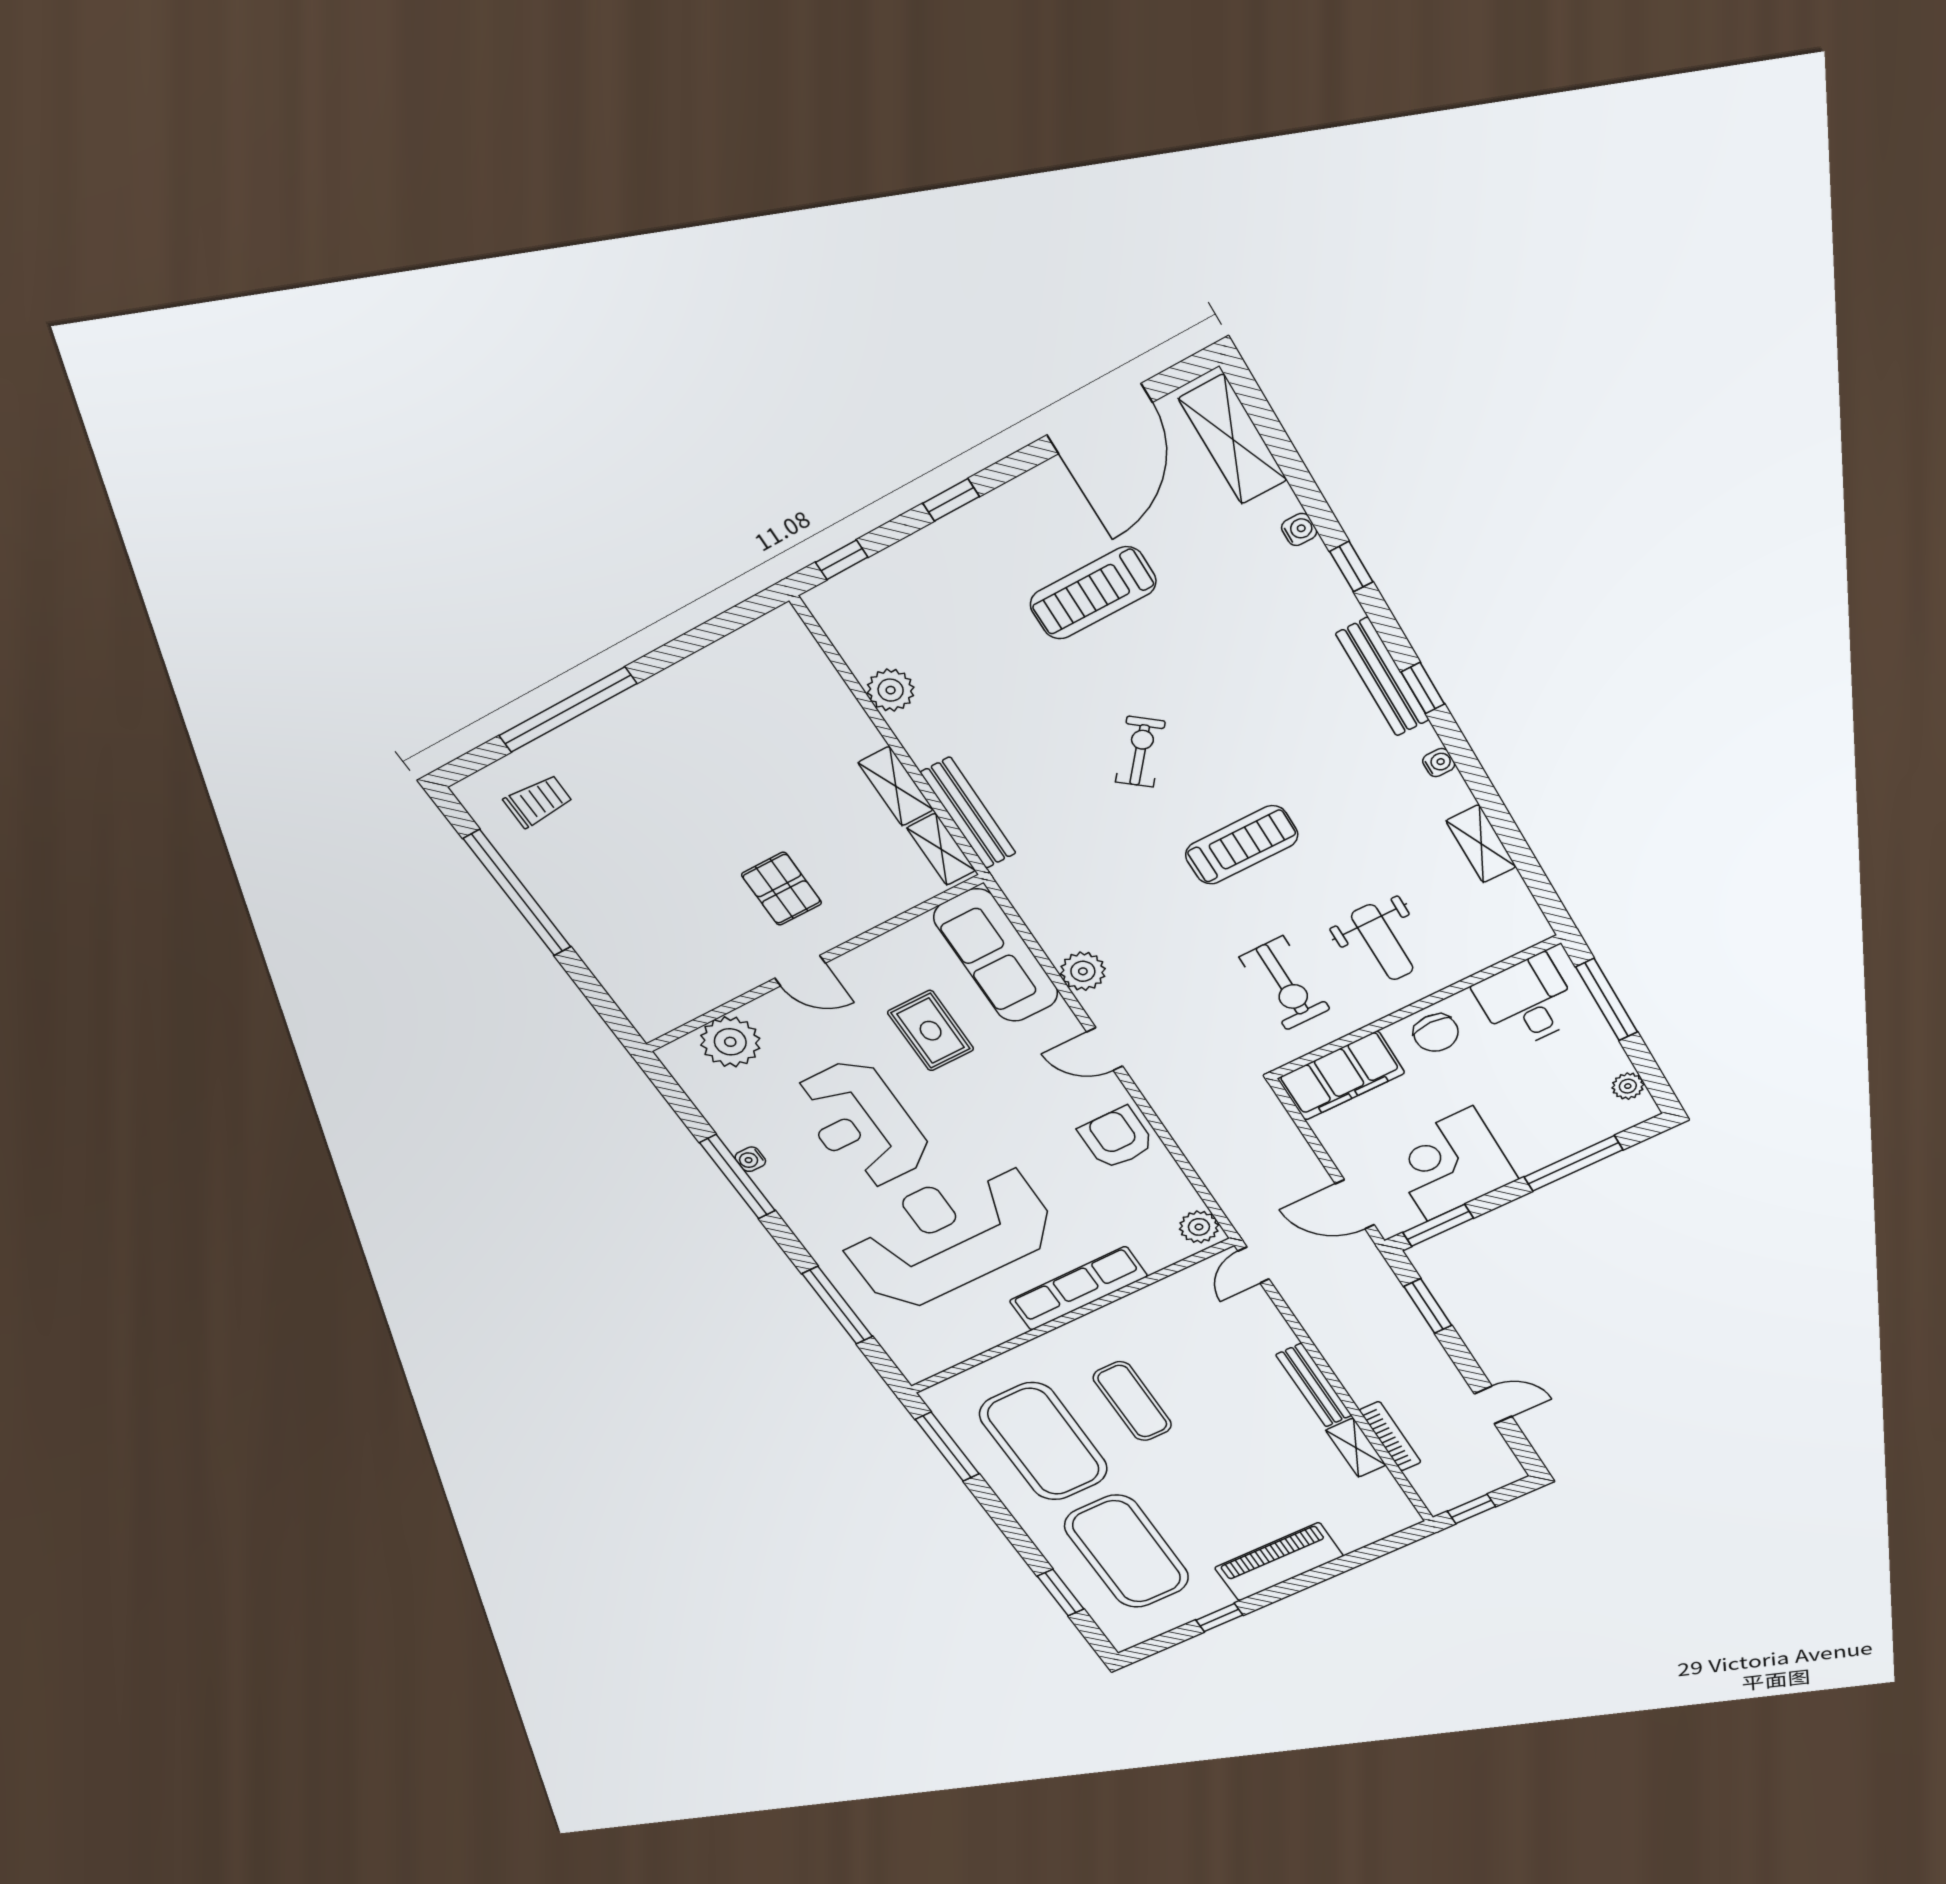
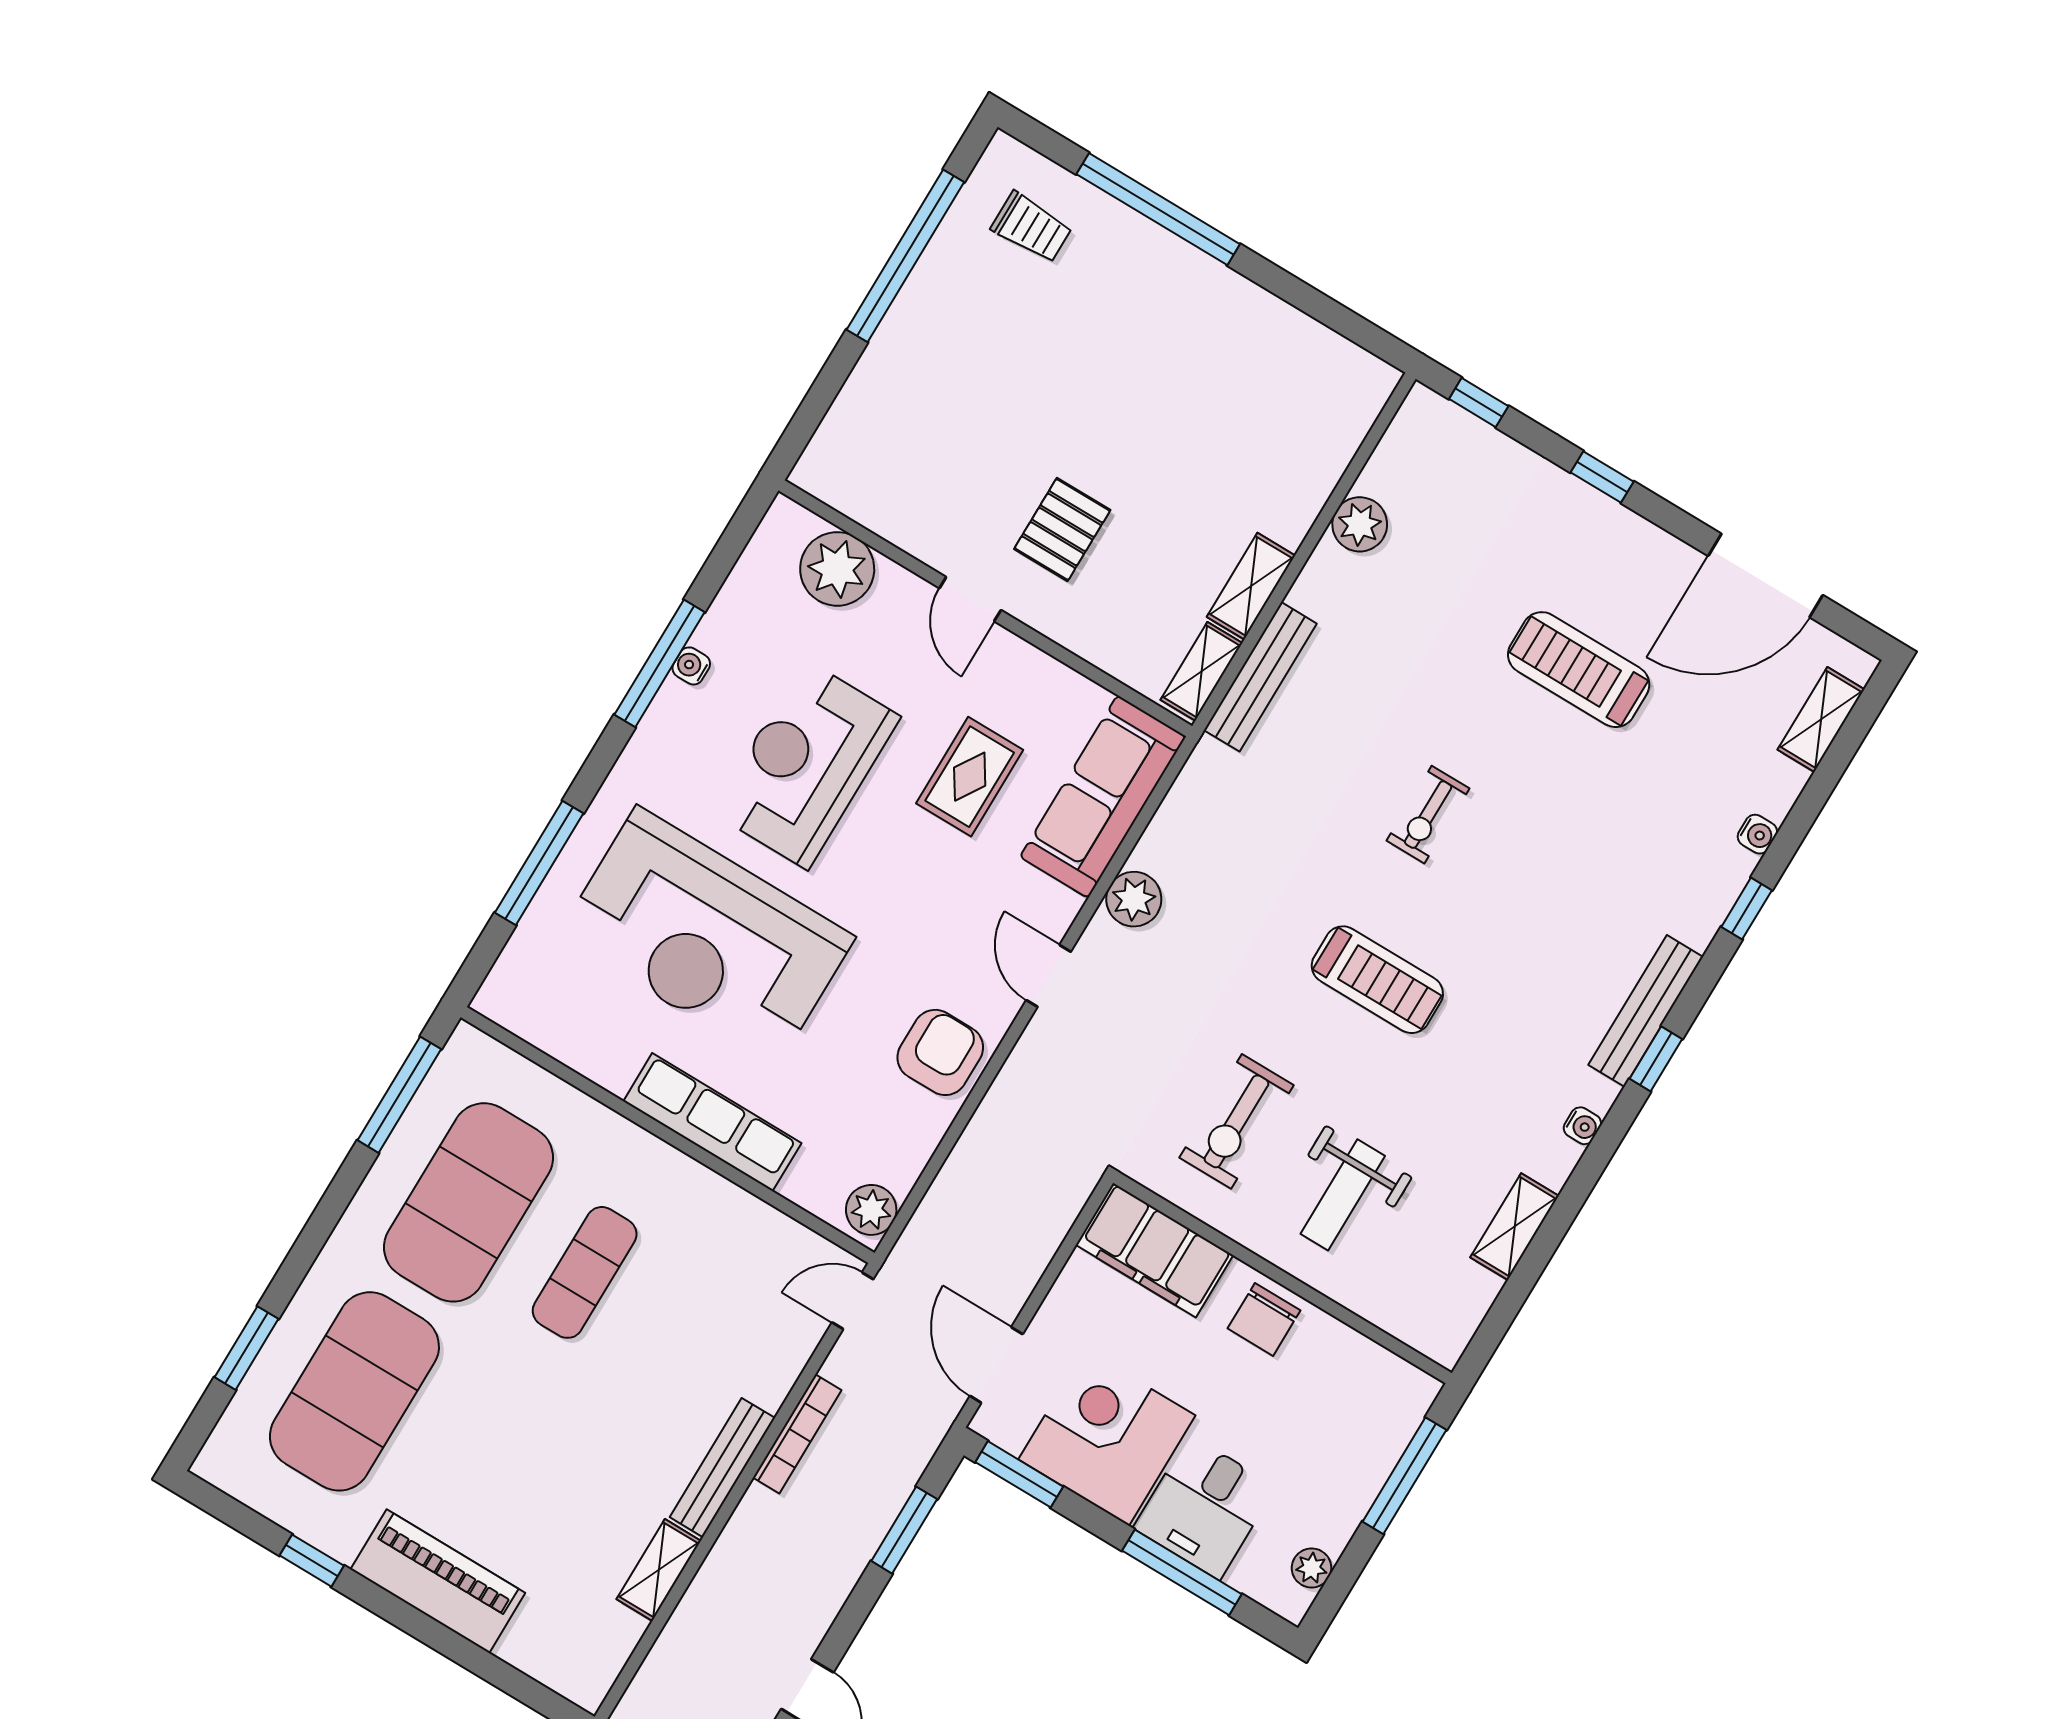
shelving: (1233, 439) -> (1821, 719), width x0.67, depth x0.75
exercise bike: (1140, 752) -> (1428, 815), turned 141
desk: (1527, 1002) -> (1205, 1507), moved, turned 180
reception desk: (948, 1235) -> (707, 936), turned 180
bookcase: (1390, 1436) -> (797, 1434), moved

